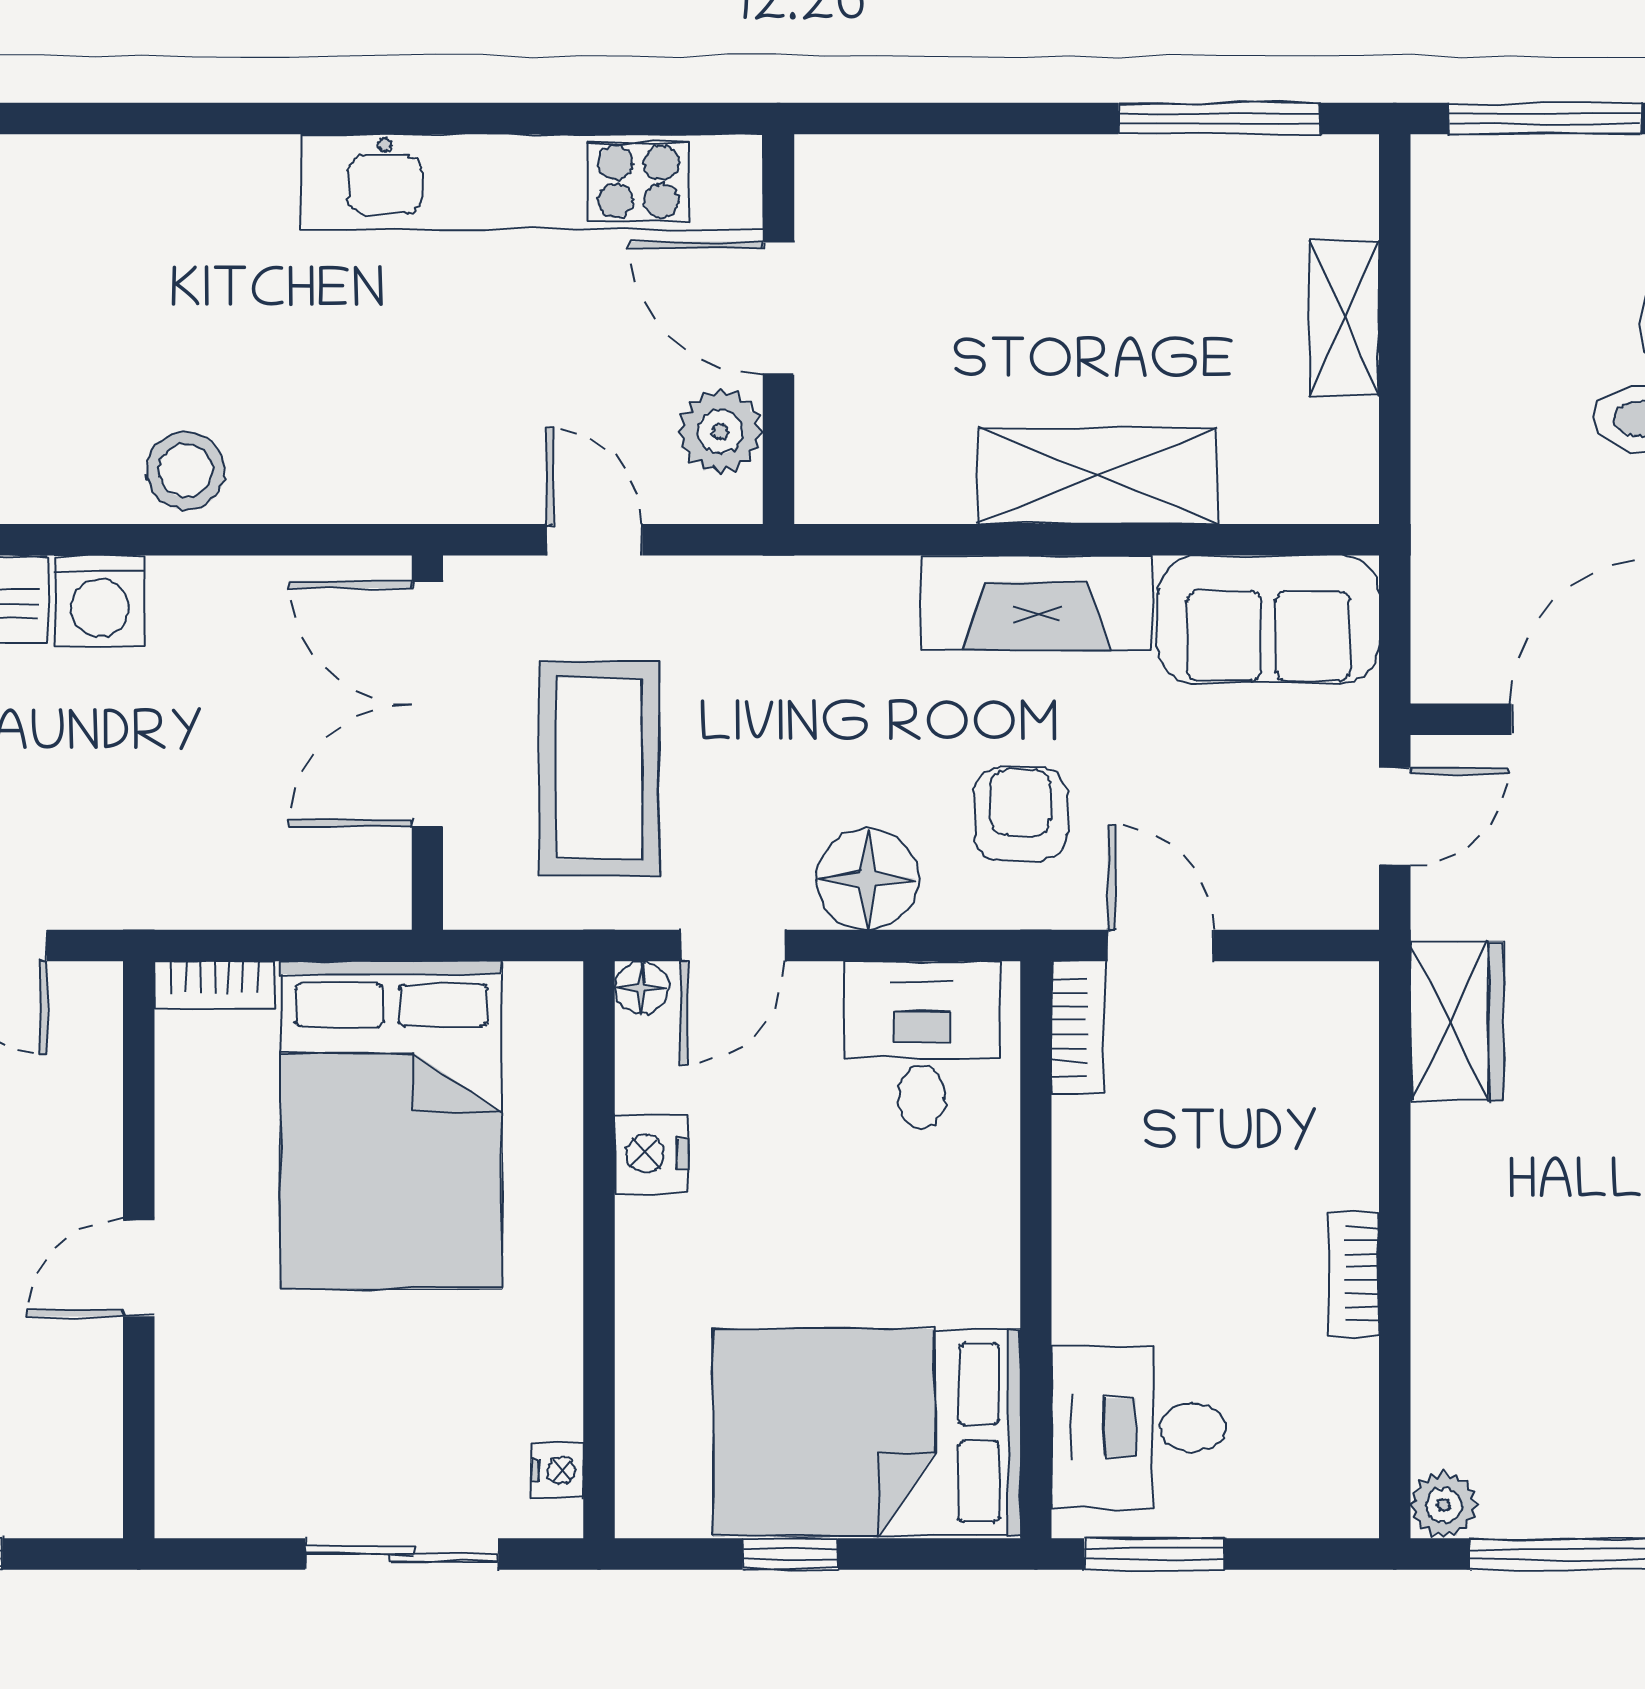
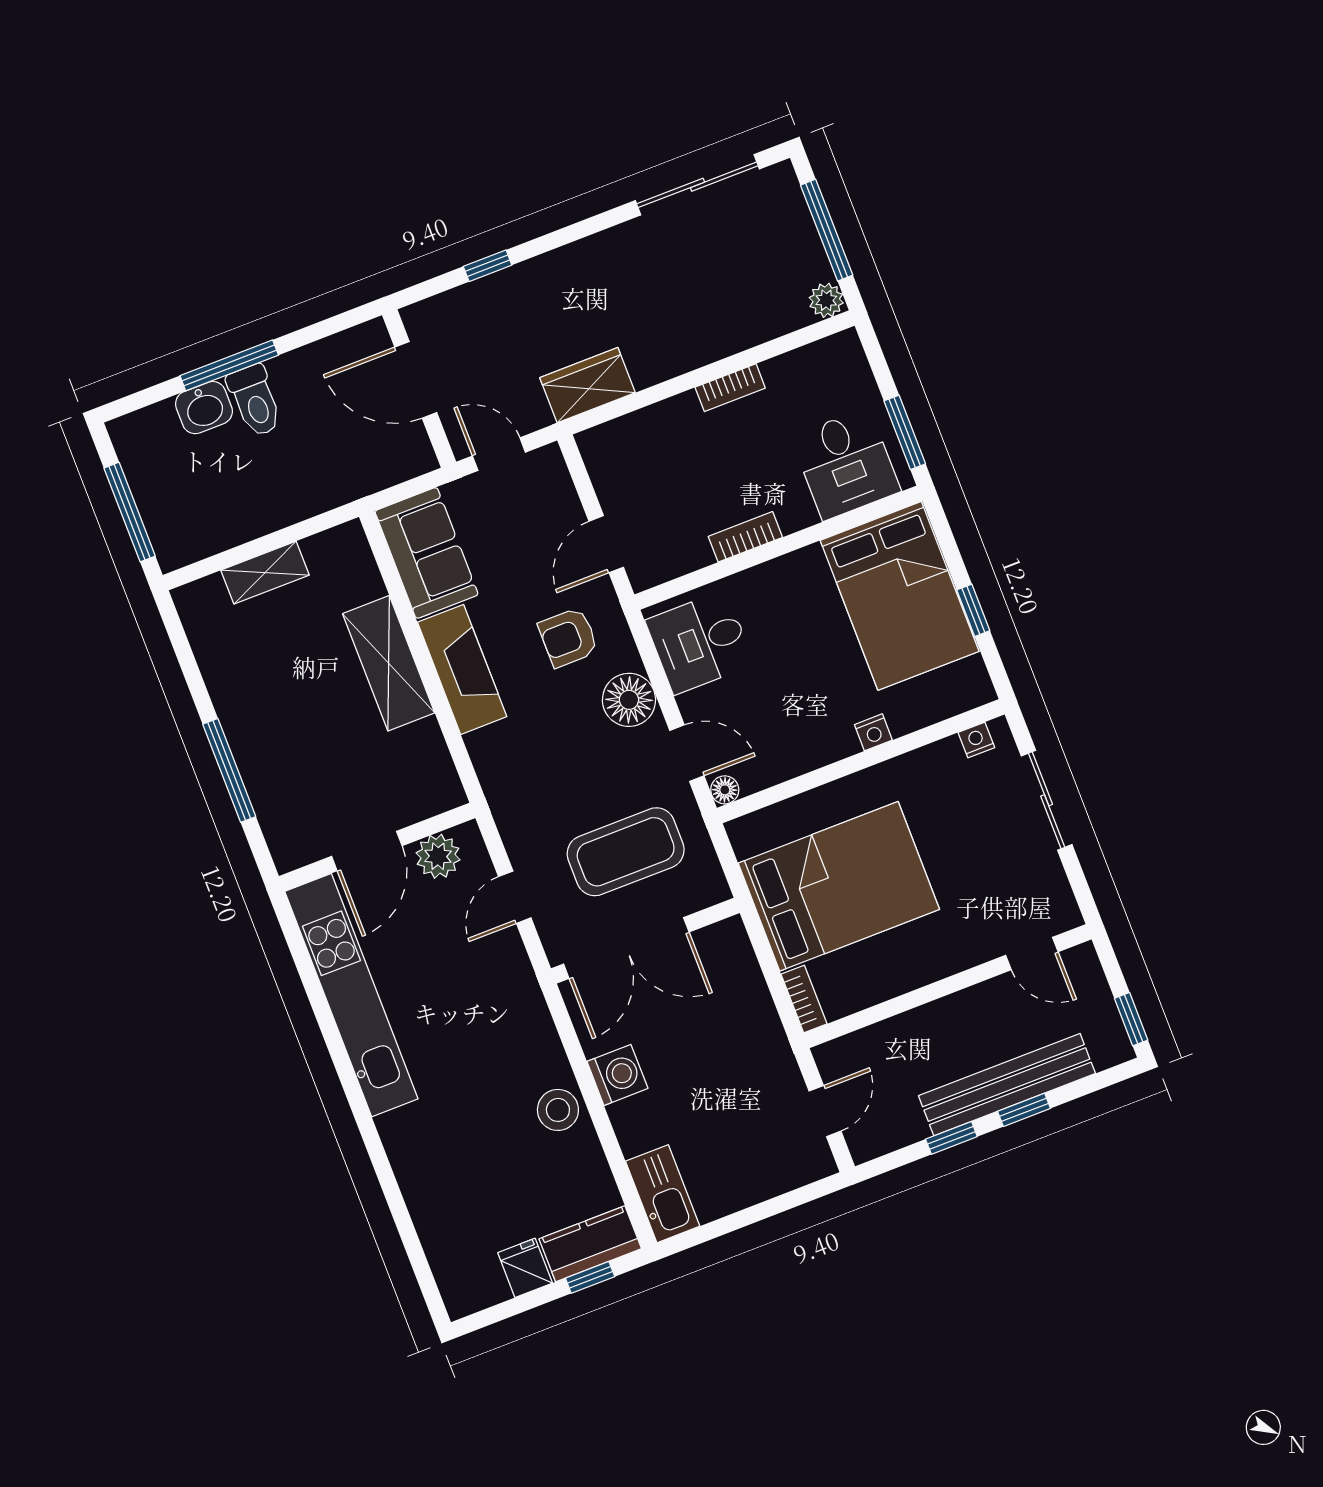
window: (1219, 119) -> (229, 770), moved
washing machine: (100, 601) -> (617, 1075), moved
bookcase: (1078, 1027) -> (745, 537), moved
nightstand: (651, 1153) -> (873, 732), moved, width x0.72, depth x0.74
door: (139, 1268) -> (1032, 954), moved

